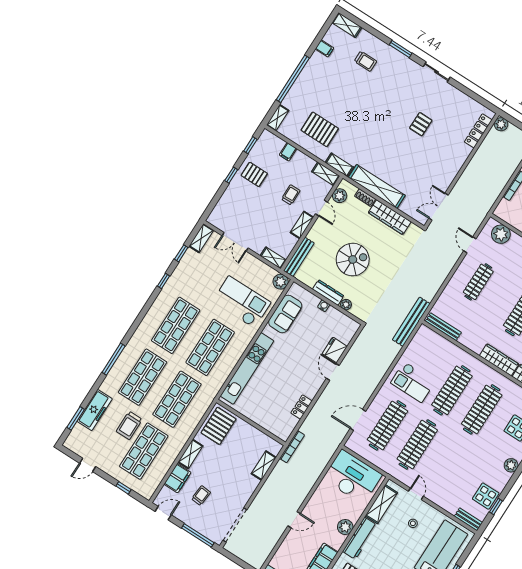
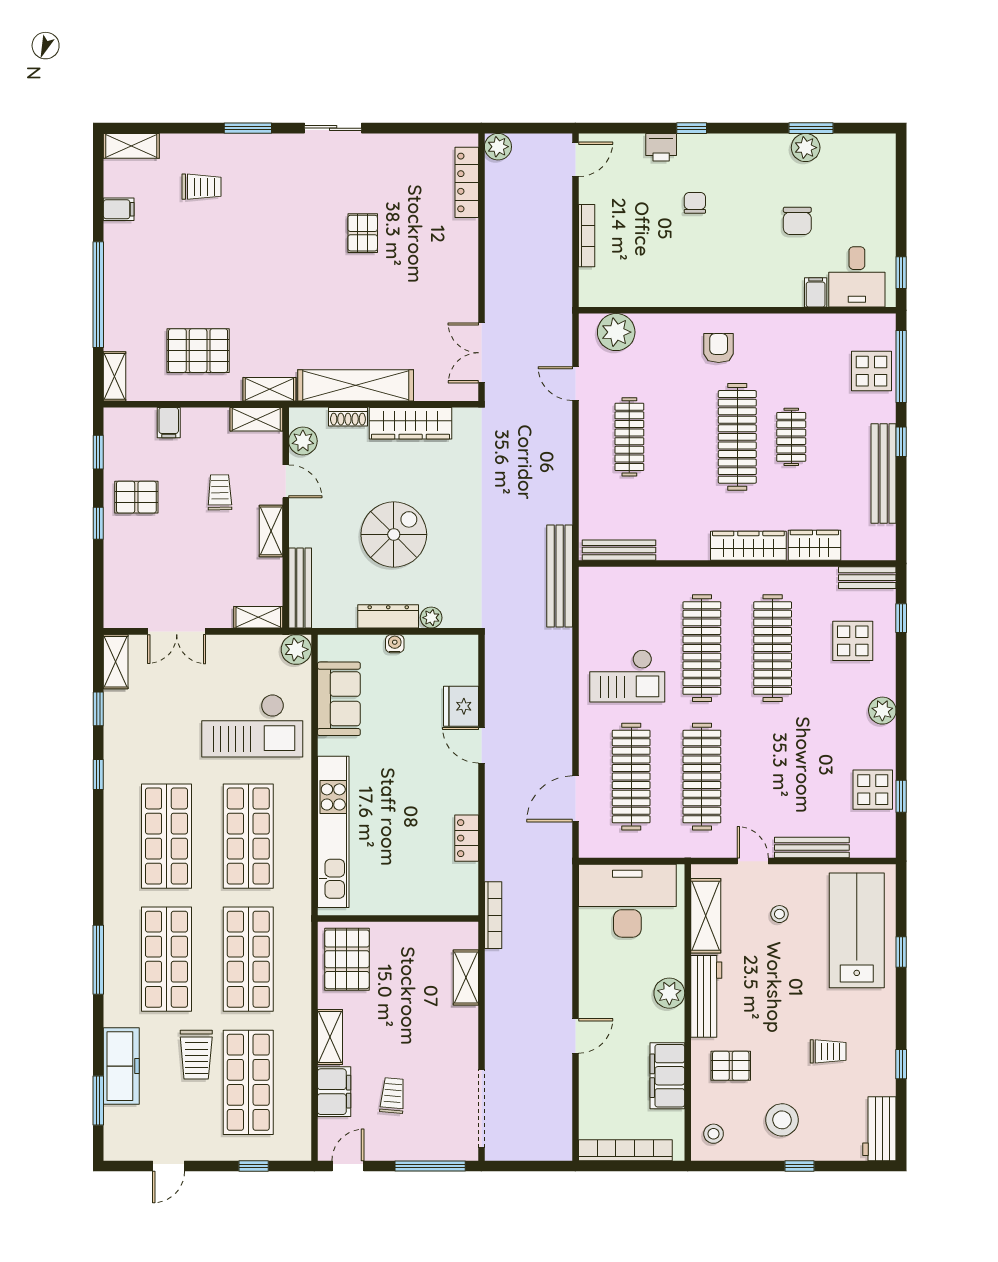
checkout: (242, 302) -> (252, 726), turned 180
bench: (468, 519) -> (812, 848), moved, width x1.36

